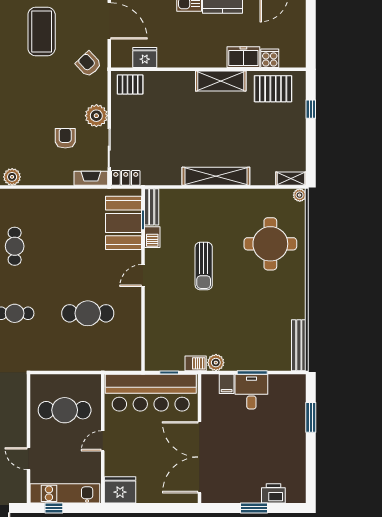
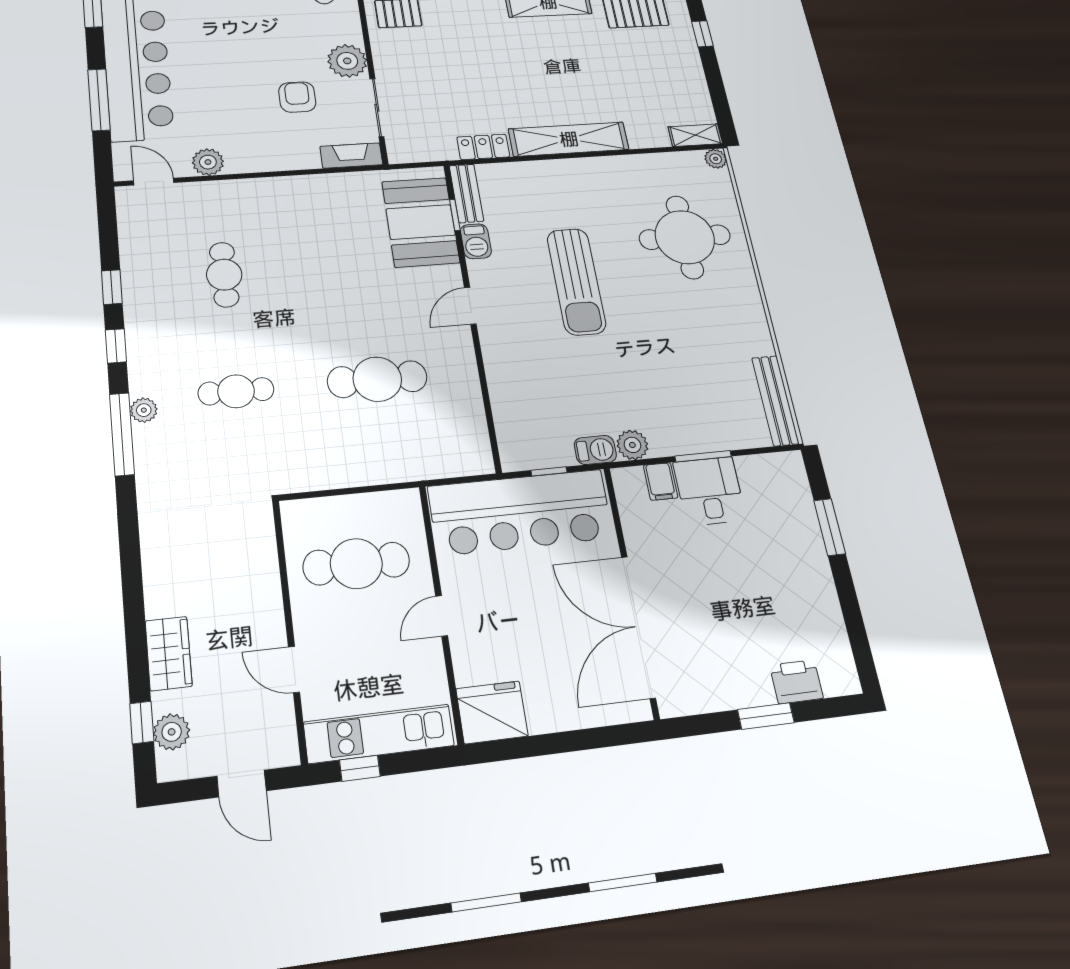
locker: (126, 178) -> (483, 147), moved
sun lounger: (204, 266) -> (576, 281), width x1.36, depth x1.34

